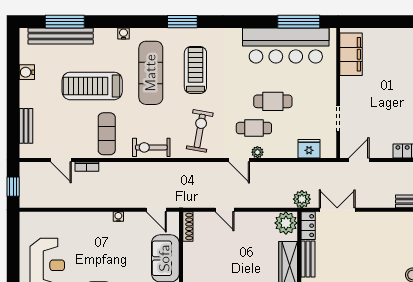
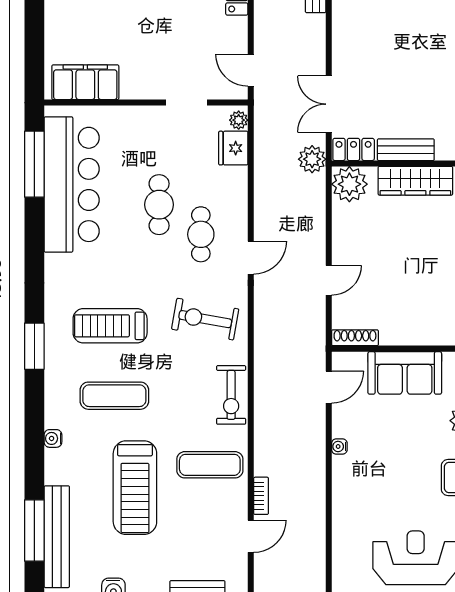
exercise mat: (151, 73) -> (114, 396), width x0.73, depth x0.69
plant: (257, 152) -> (239, 120), moved

